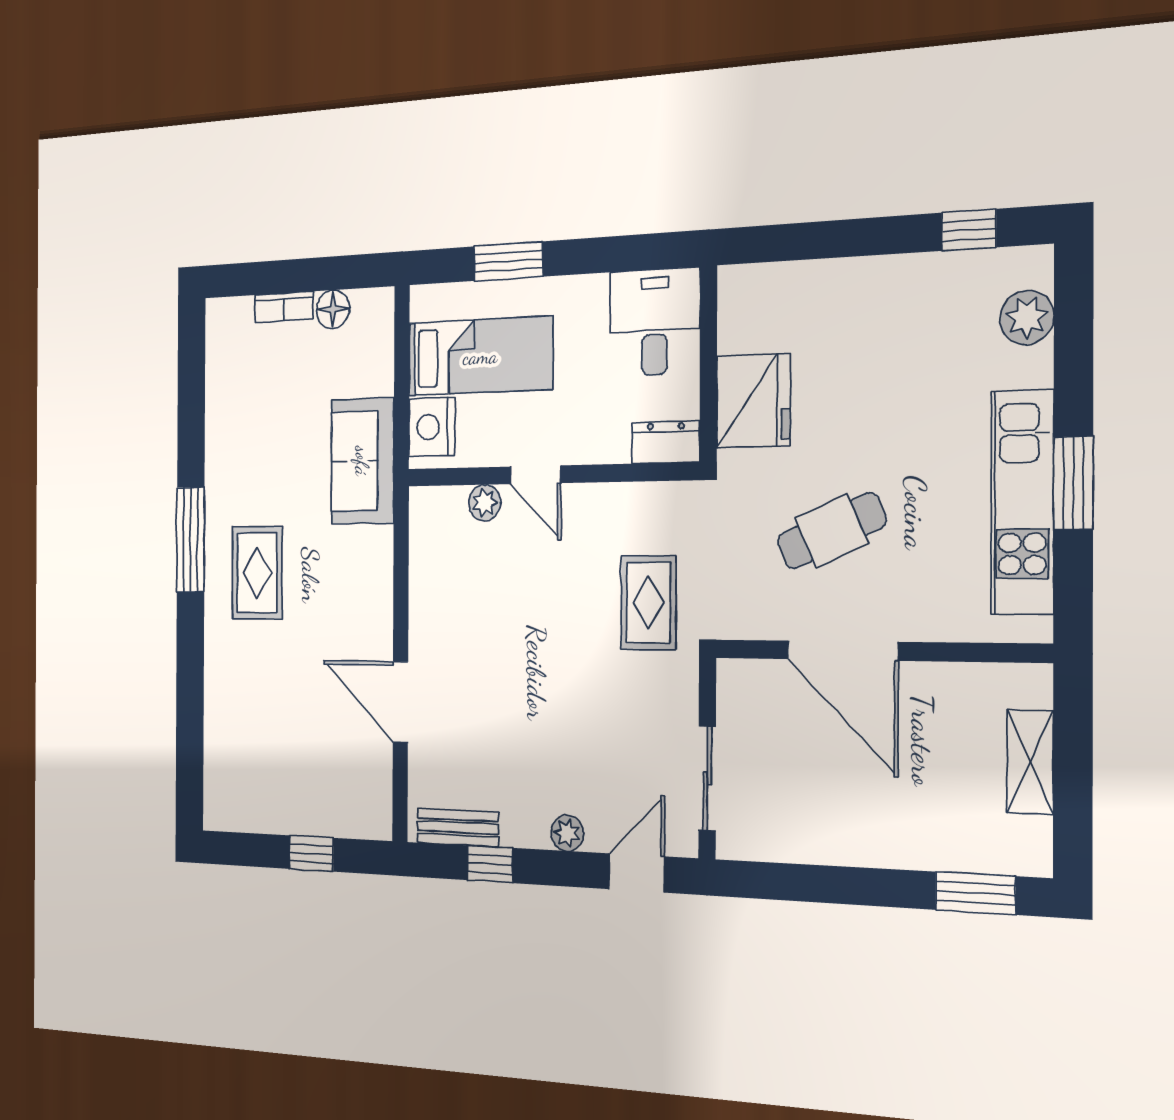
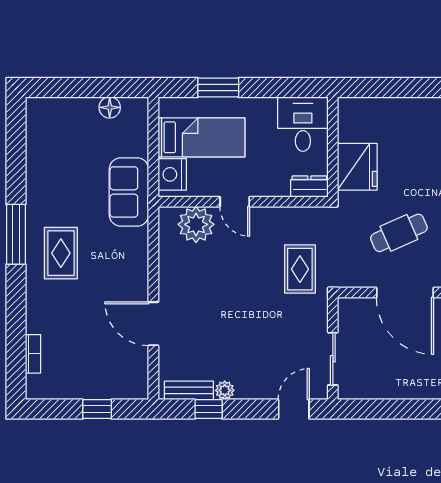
bookcase: (284, 307) -> (33, 354), moved, turned -90
plant: (485, 503) -> (196, 224), width x1.87, depth x1.87
plant: (567, 833) -> (225, 390), moved

